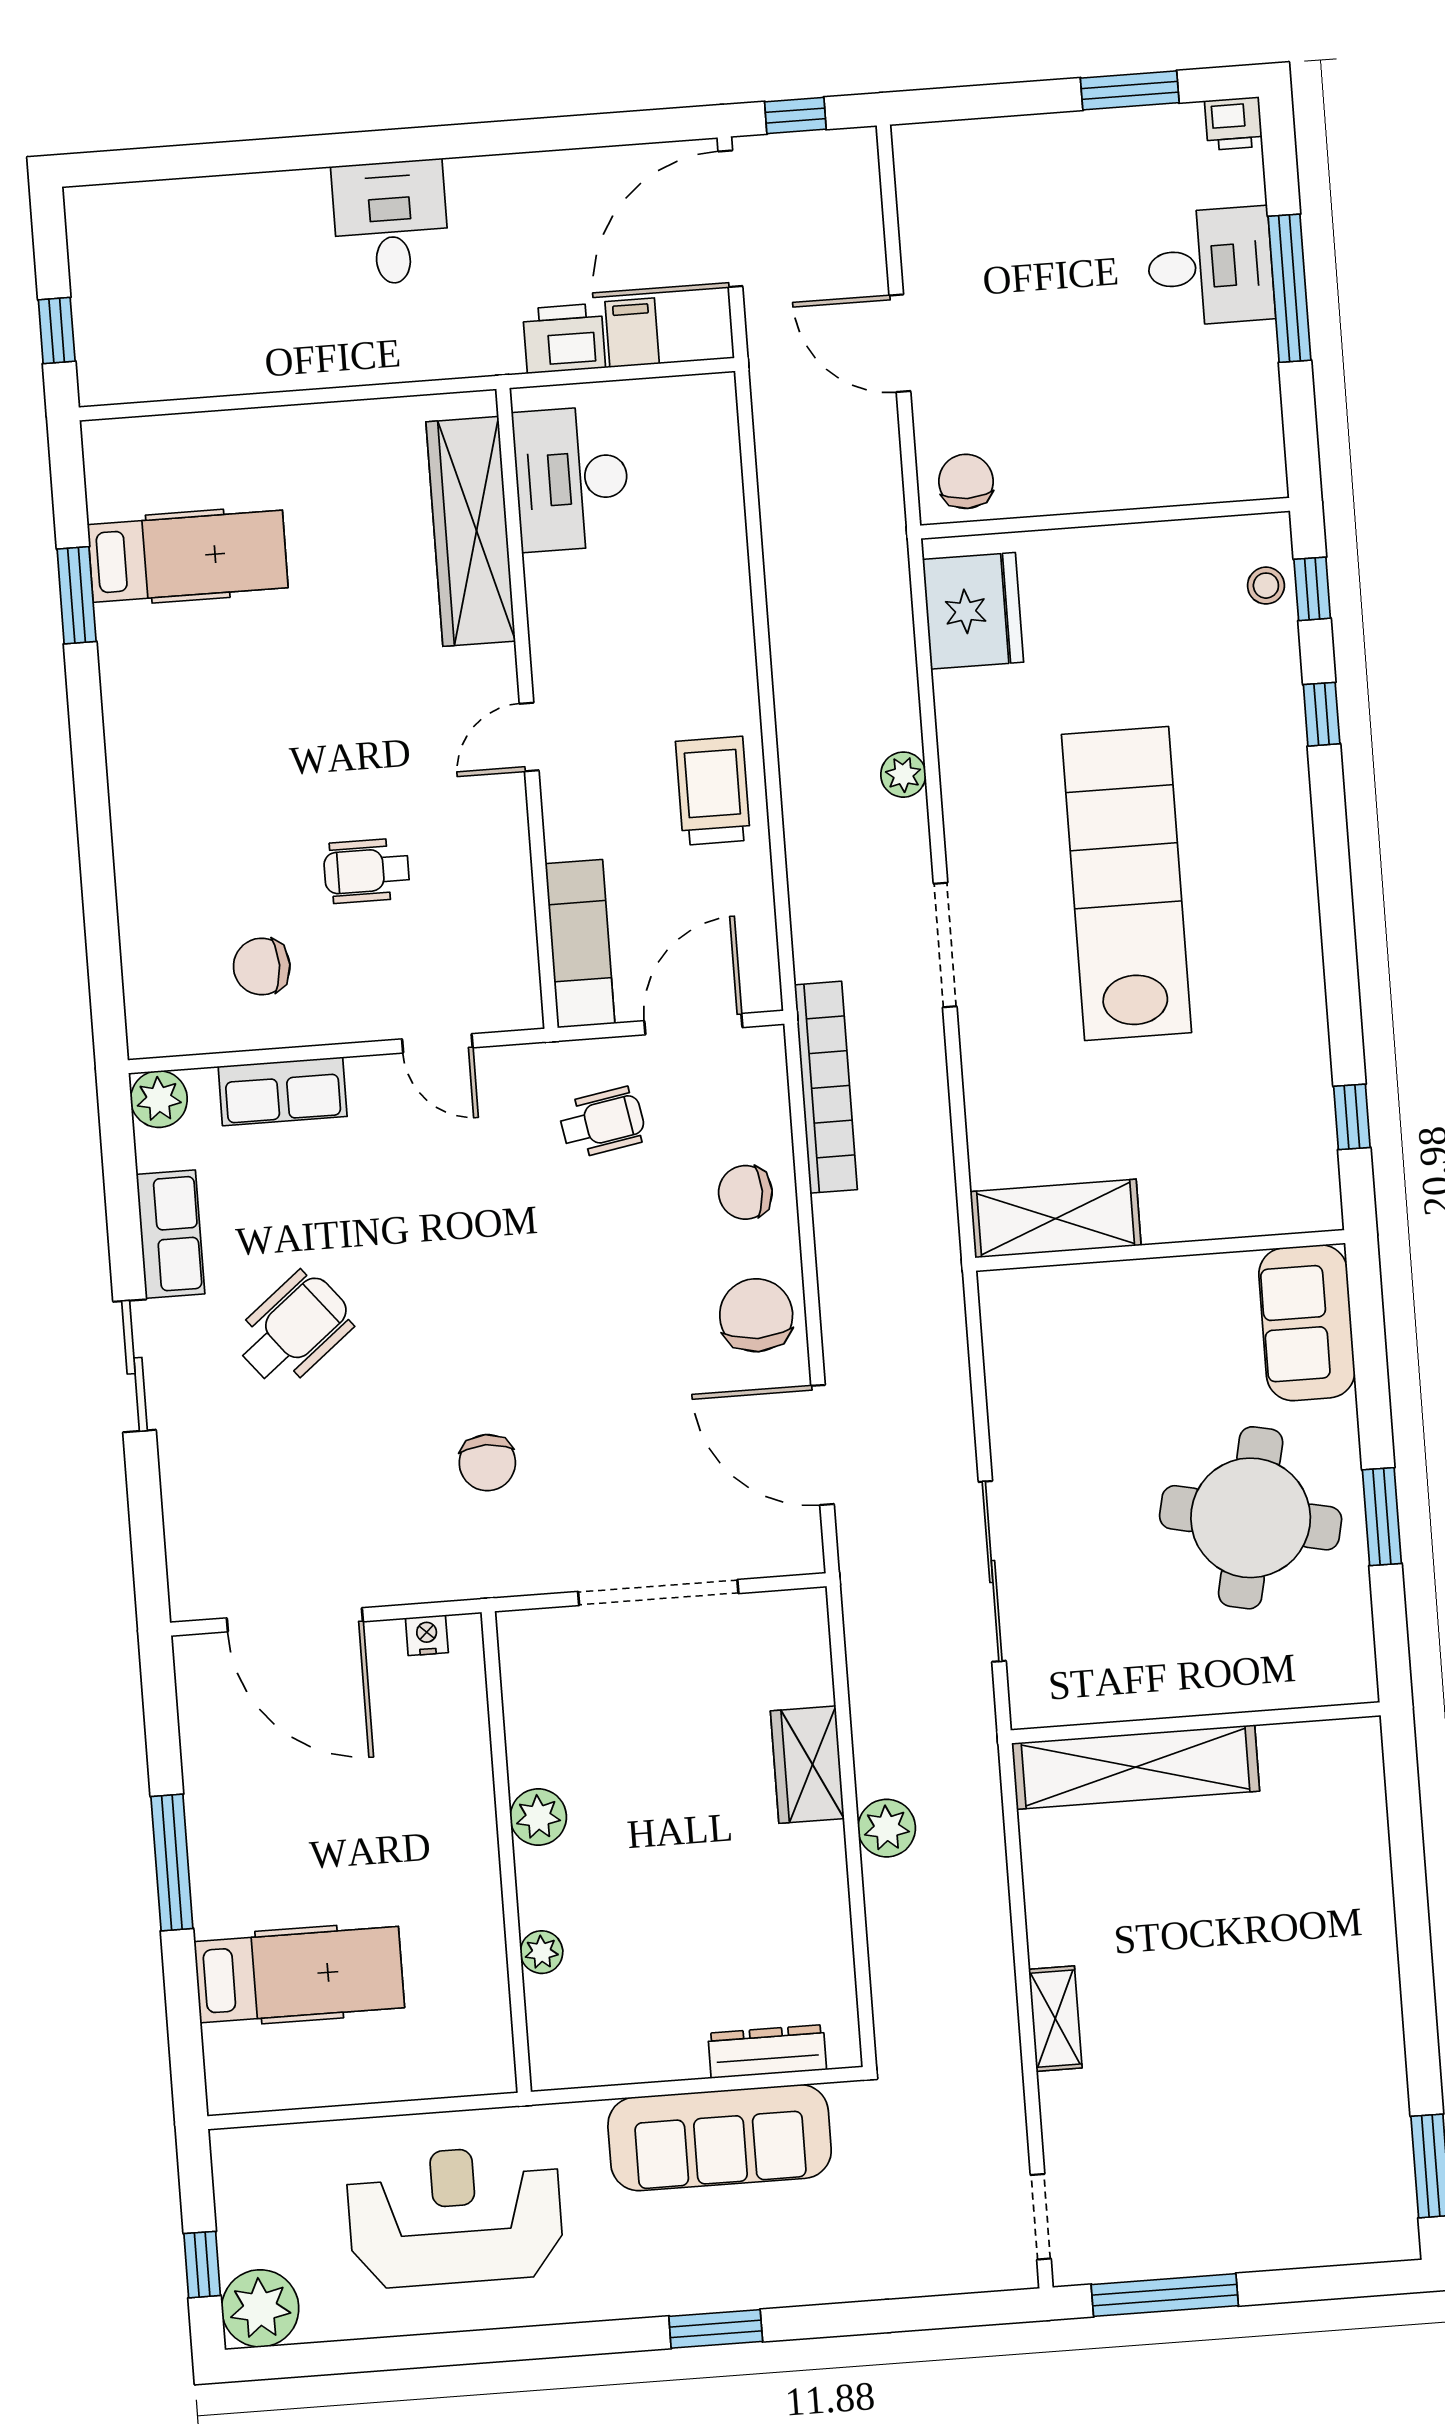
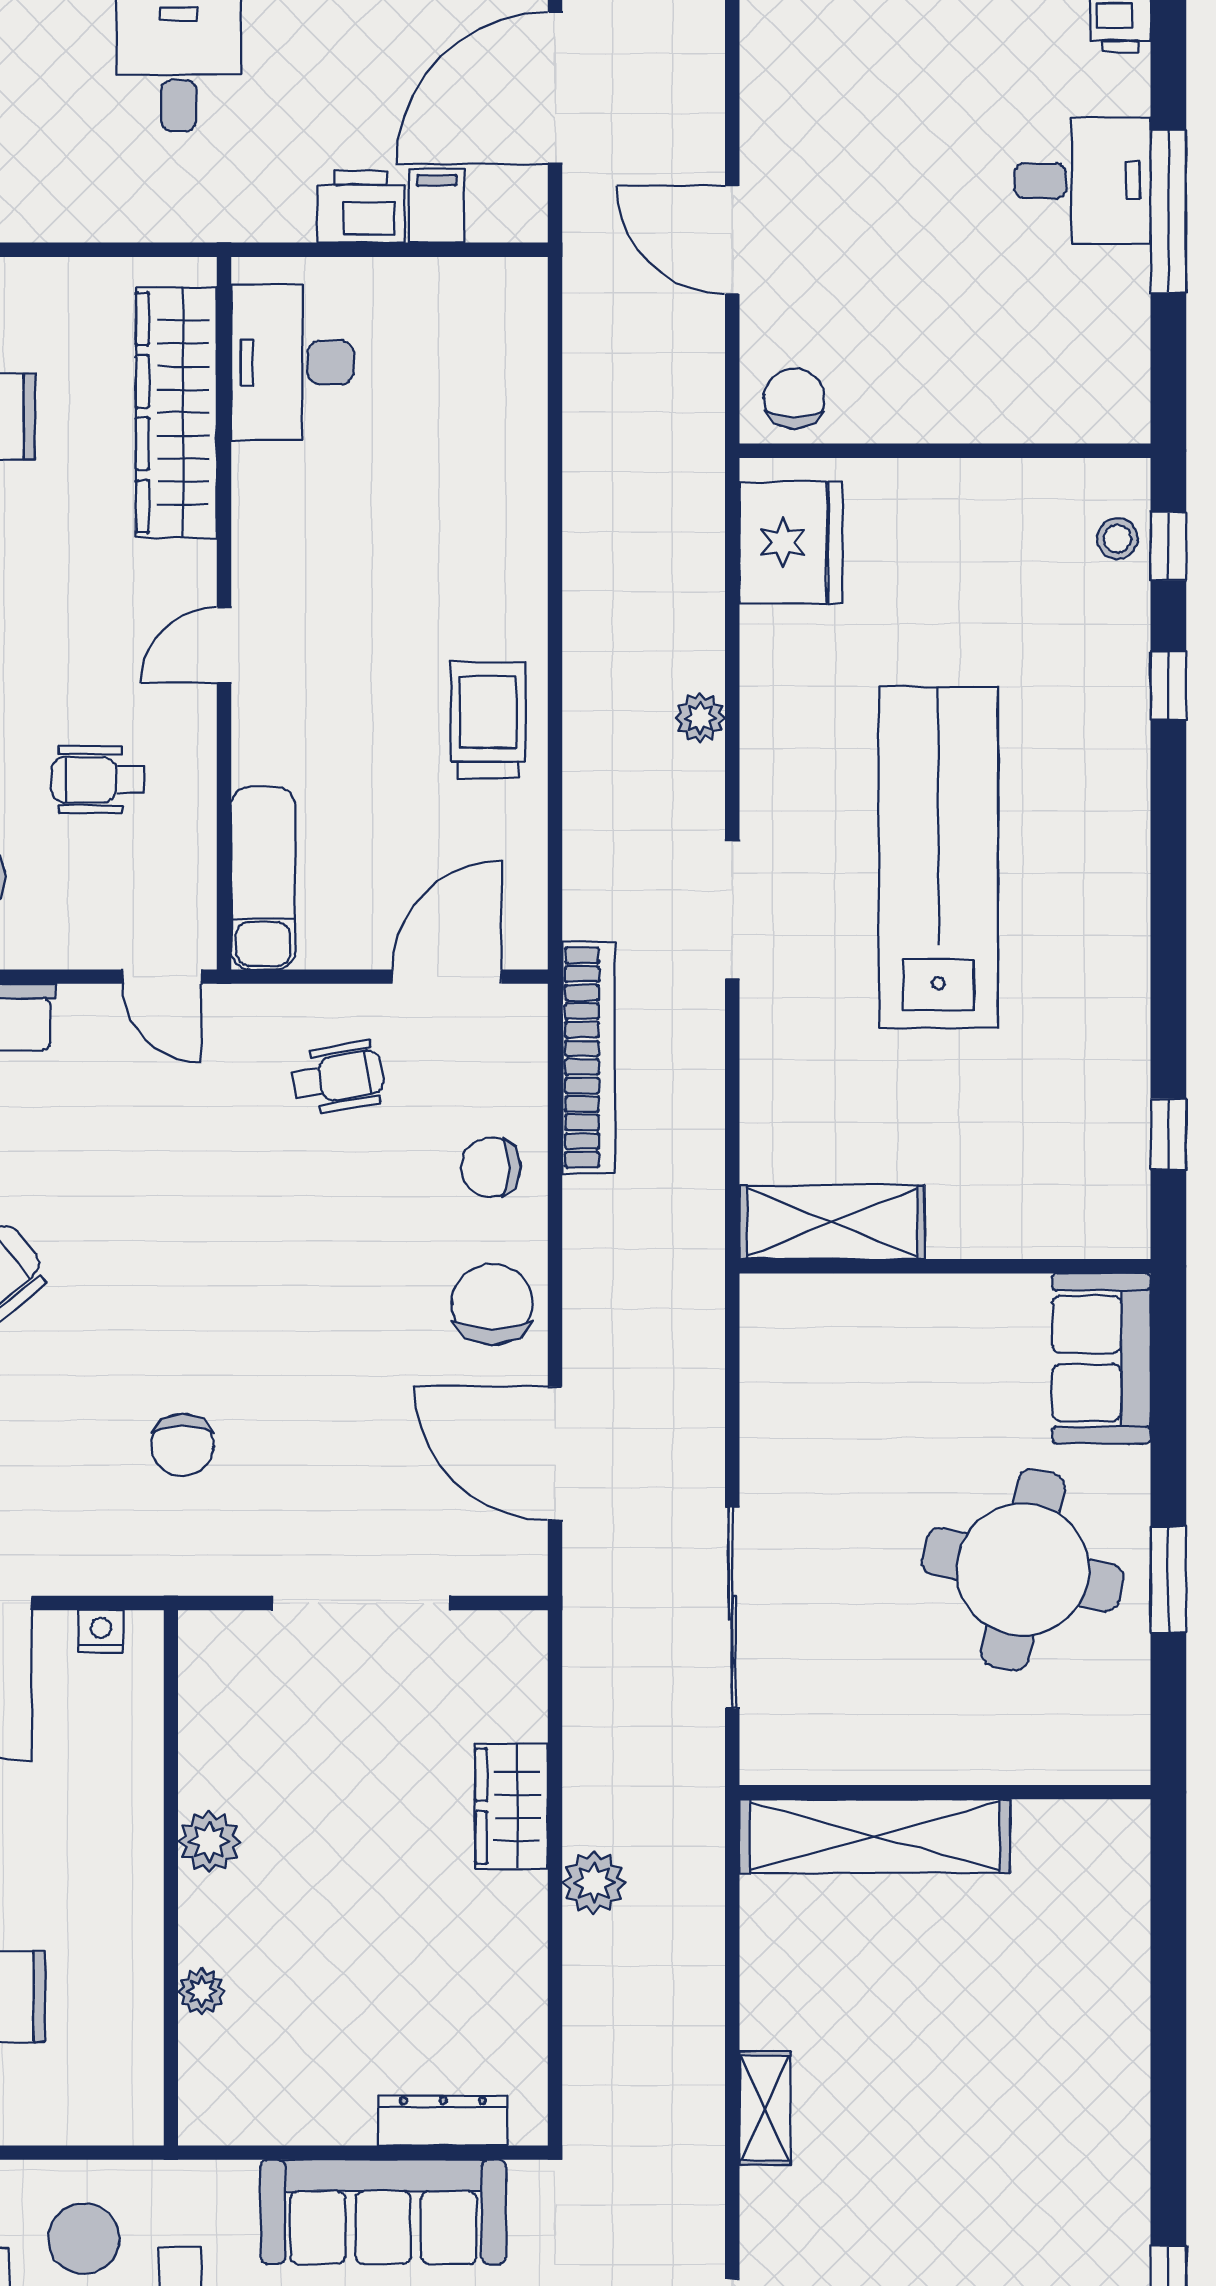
desk: (572, 479) -> (293, 363), moved
wardrobe: (471, 531) -> (176, 413), moved
wall: (527, 708) -> (224, 613), moved
door: (529, 737) -> (224, 645), moved
exam couch: (580, 944) -> (263, 878), moved

